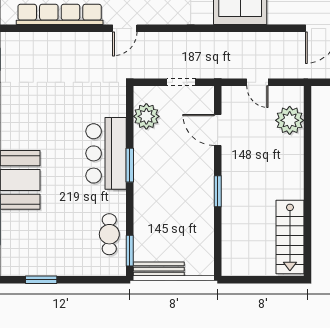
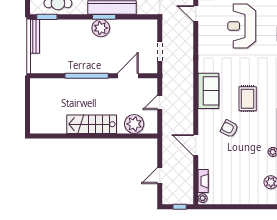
plant: (146, 116) -> (101, 28), moved
window: (218, 191) -> (87, 76), width x2.11
stairs: (290, 237) -> (92, 124), moved

